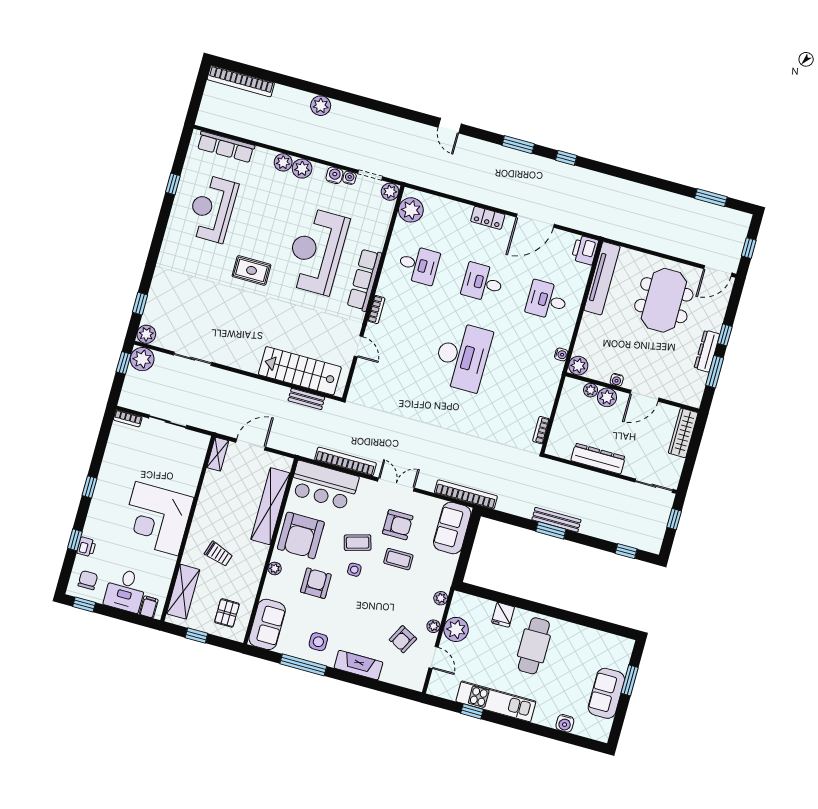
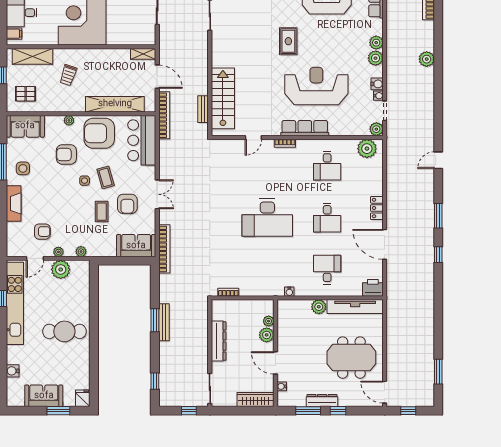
desk: (483, 283) -> (327, 218), turned 180
plant: (578, 366) -> (319, 307), moved
water cooler: (617, 380) -> (282, 386), moved
bookcase: (346, 461) -> (164, 115), moved
armchair: (316, 583) -> (66, 154), turned 180
fridge: (503, 615) -> (83, 398), moved, turned 90
armchair: (403, 639) -> (42, 232), turned 152
kitchen unit: (496, 701) -> (15, 303), width x1.36

